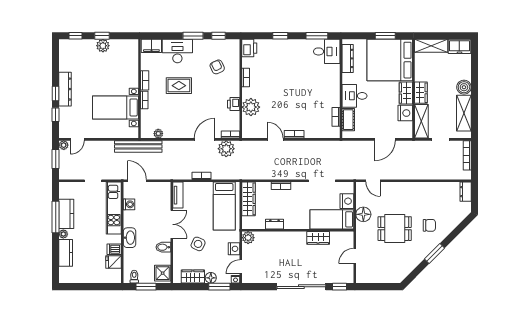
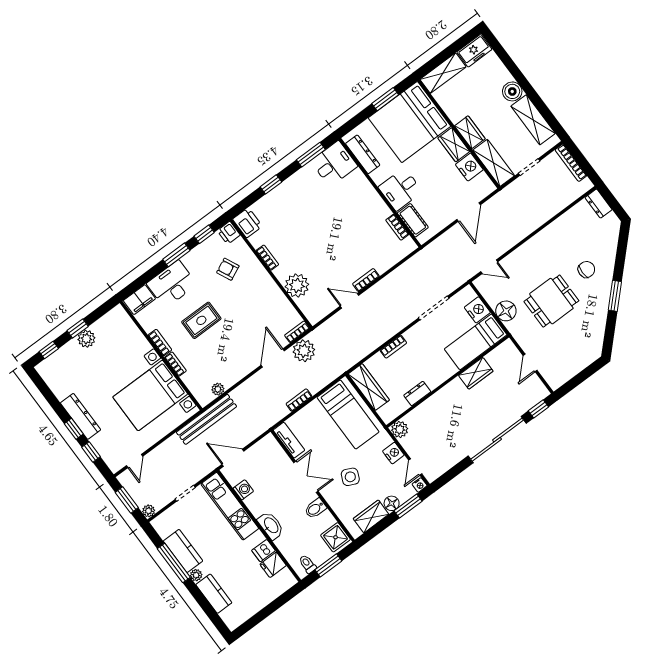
printer: (234, 104) -> (229, 233), moved
bed with nightstands: (116, 107) -> (150, 395), width x1.36
plant: (64, 145) -> (149, 511), moved

